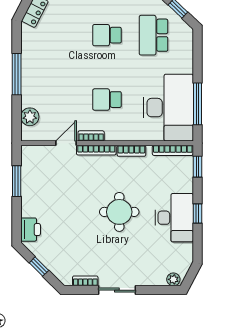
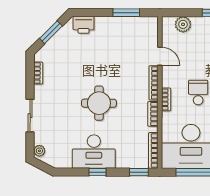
bookcase: (91, 136) -> (166, 99), moved
window: (39, 267) -> (51, 32), width x1.50
sliding door: (117, 290) -> (30, 116), moved

